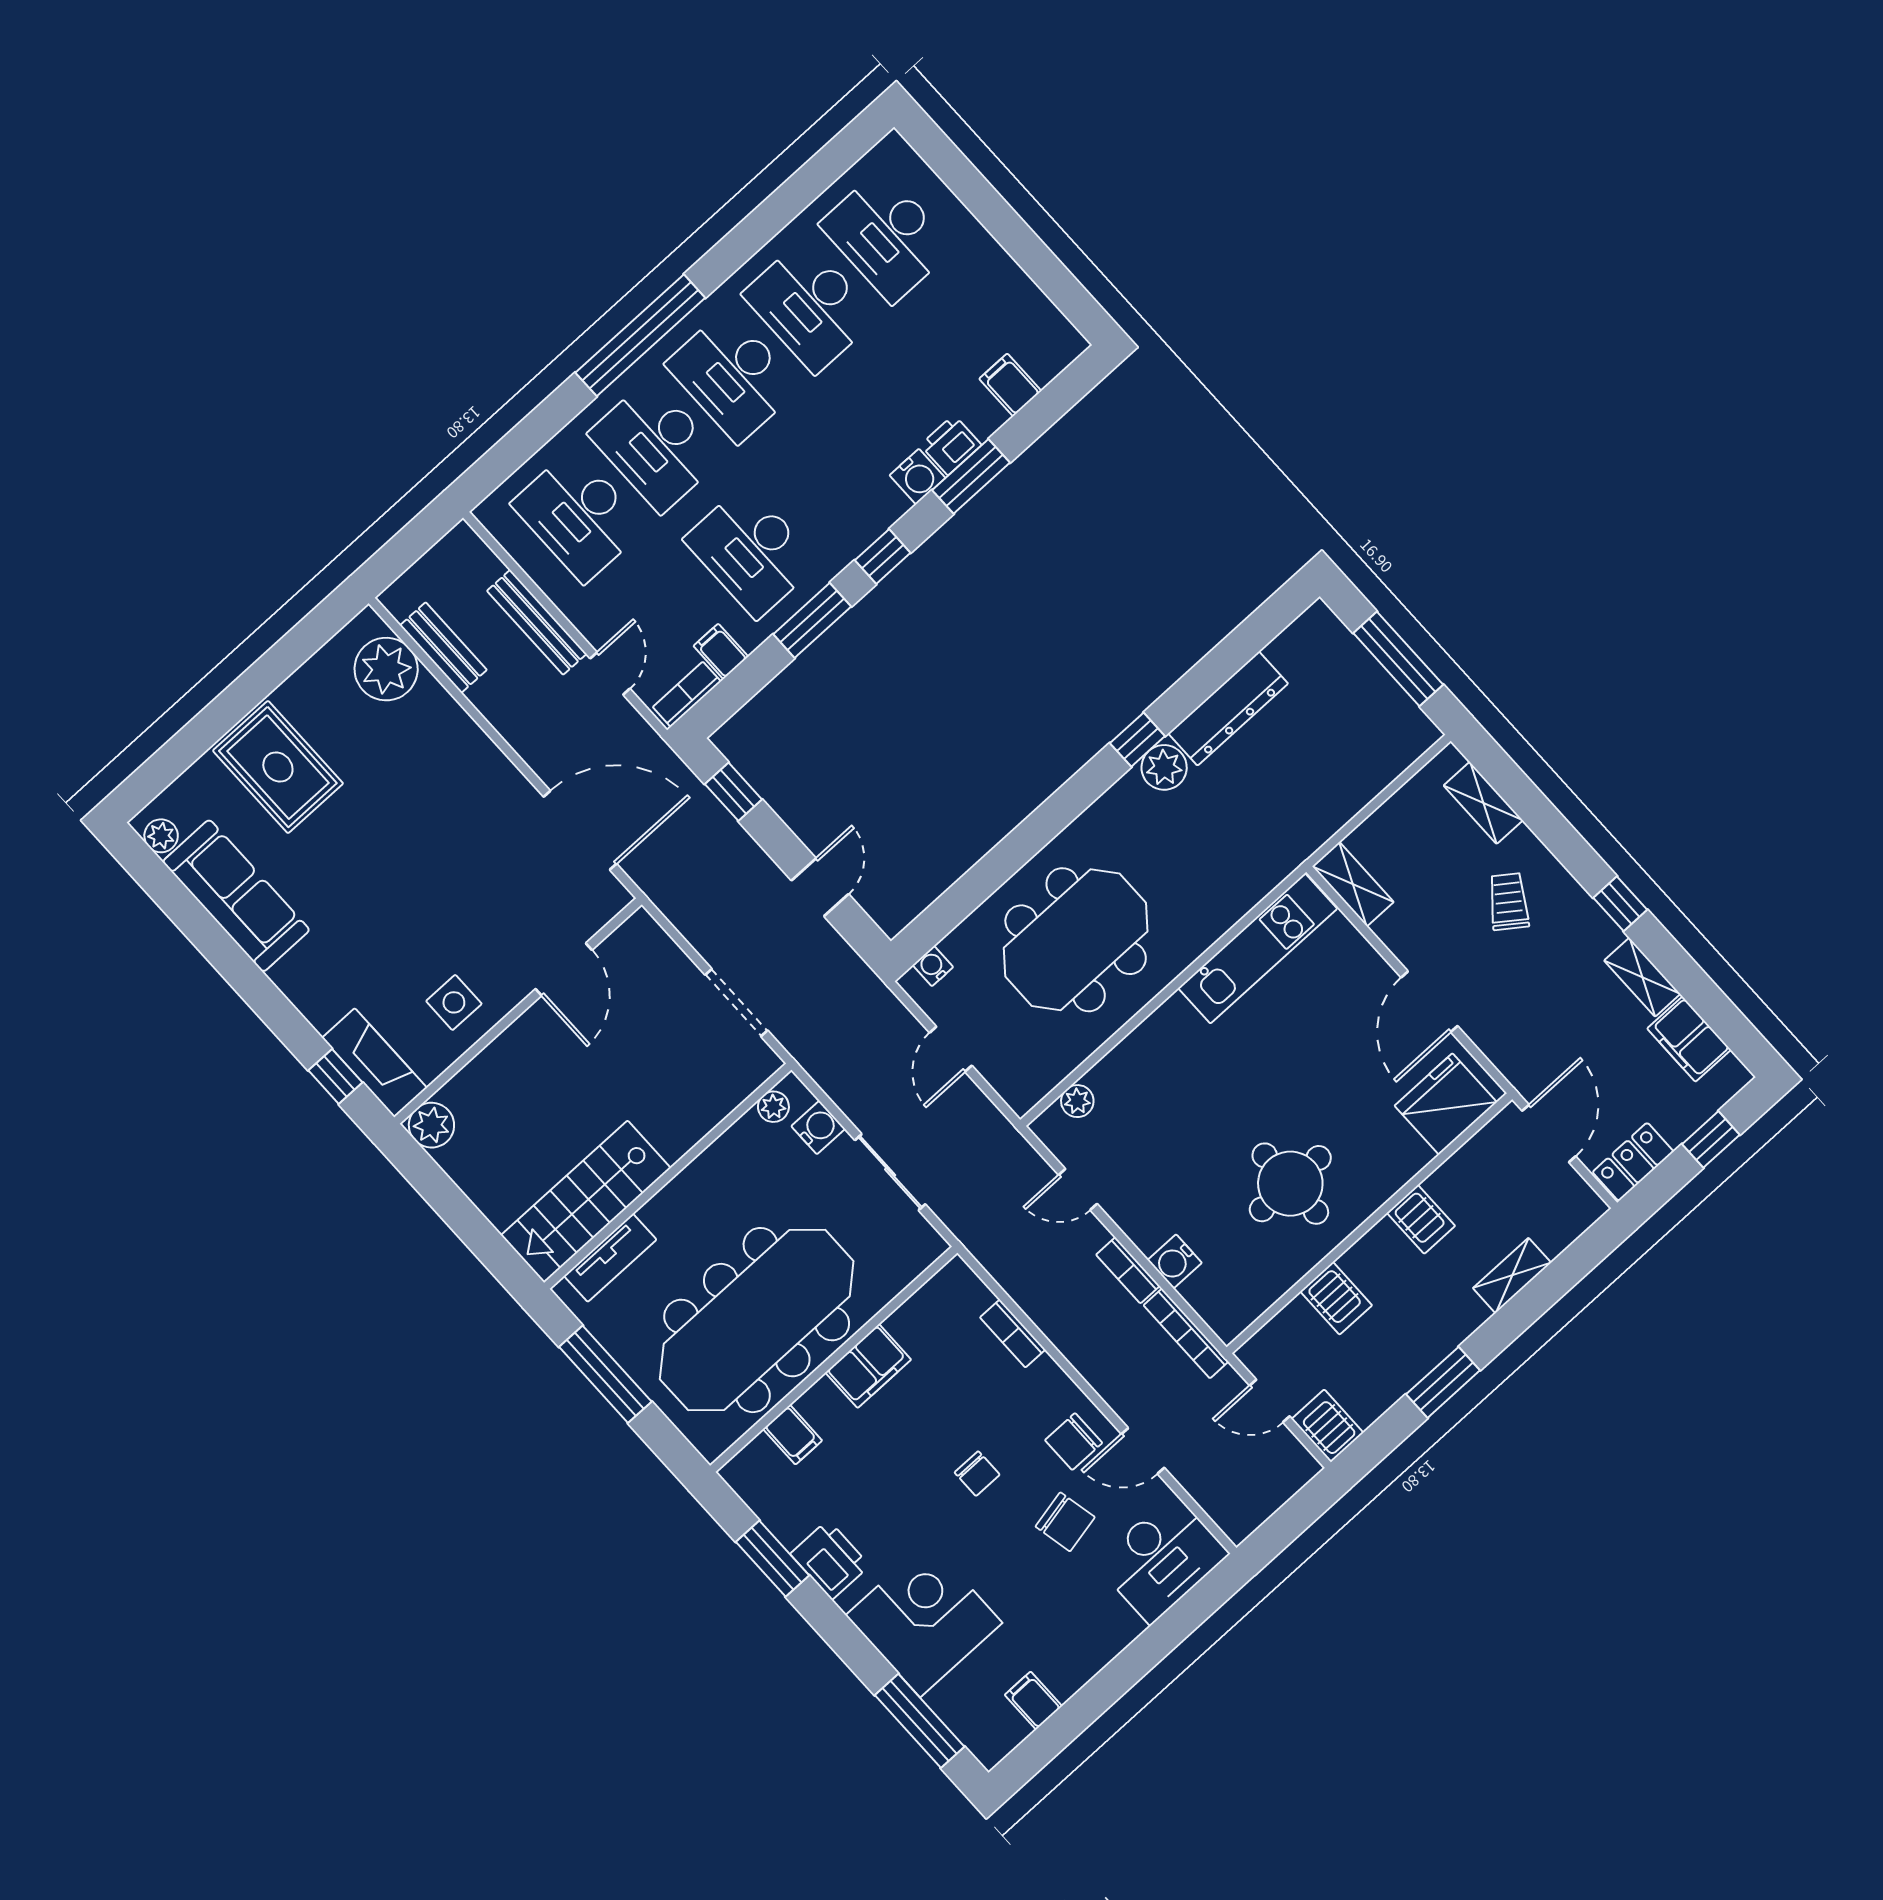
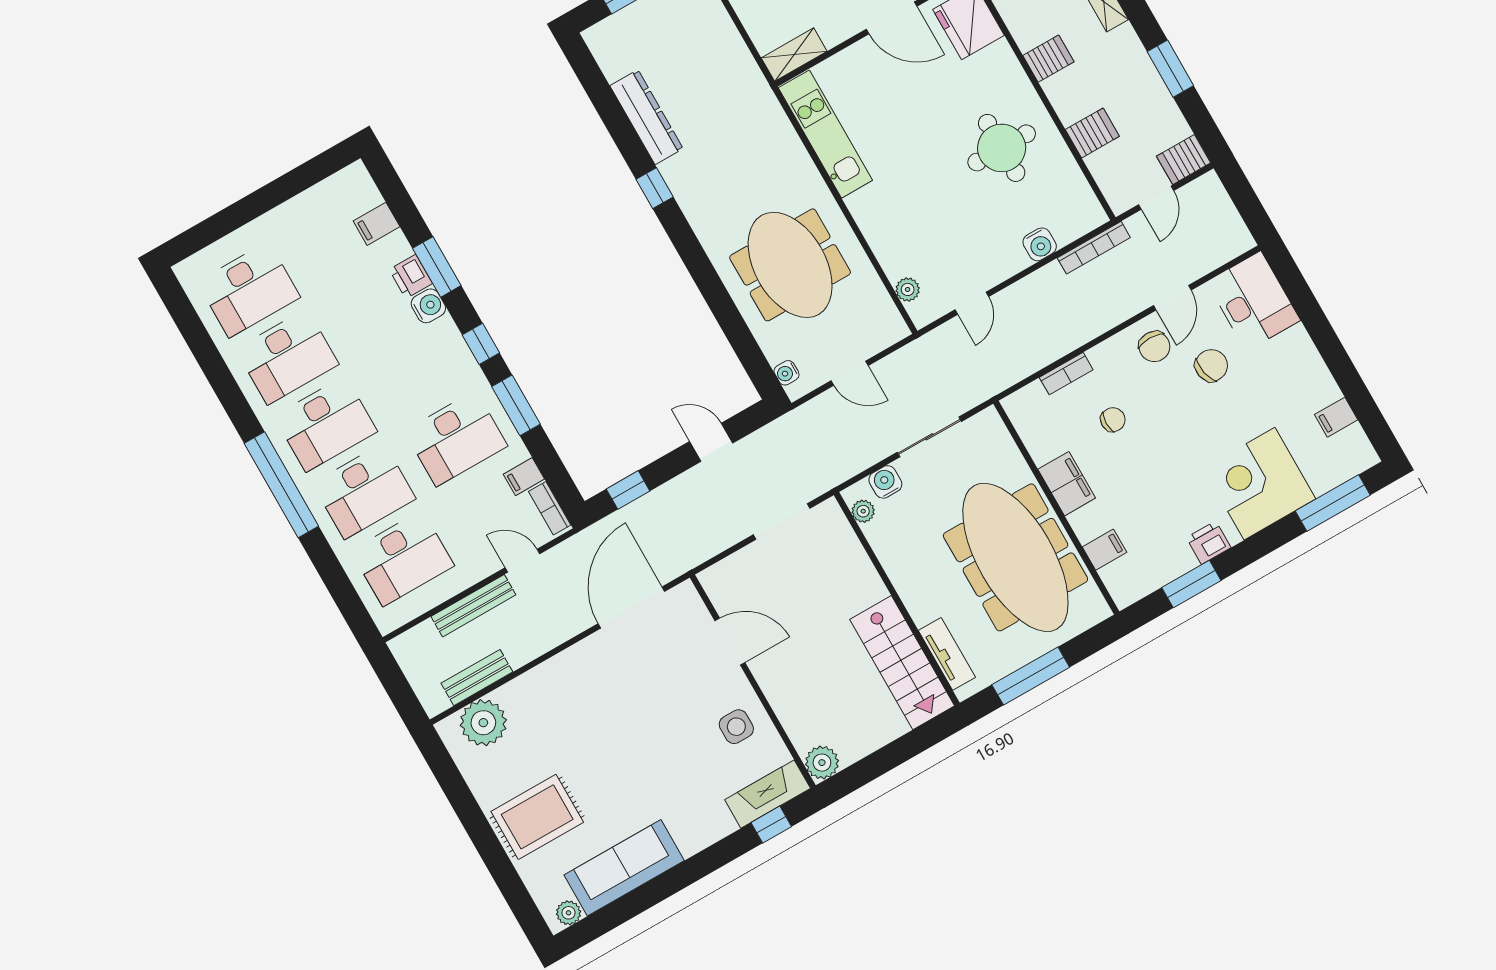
plant: (1164, 767) -> (679, 173), removed
bookcase: (1128, 1270) -> (1039, 280), removed
chair: (977, 1474) -> (1113, 420), moved
printer: (830, 1560) -> (1209, 543), width x0.73, depth x0.81

